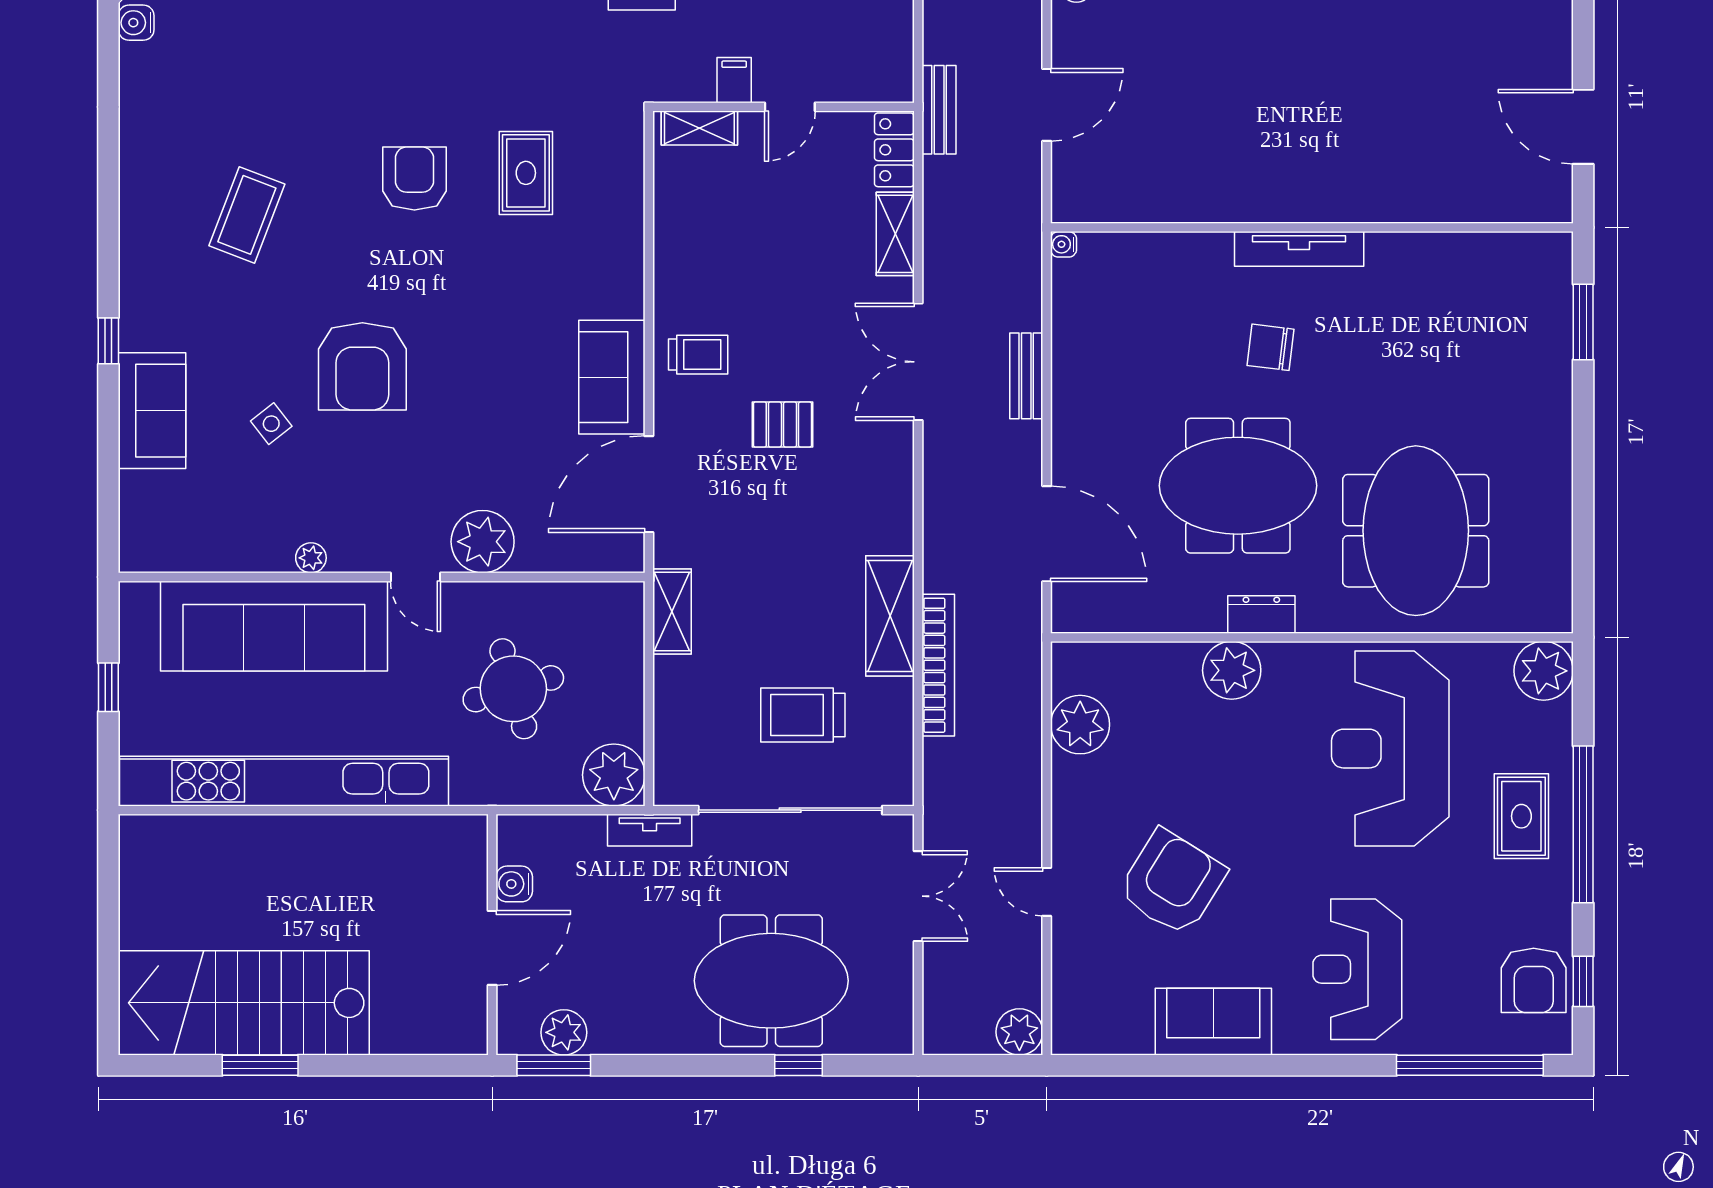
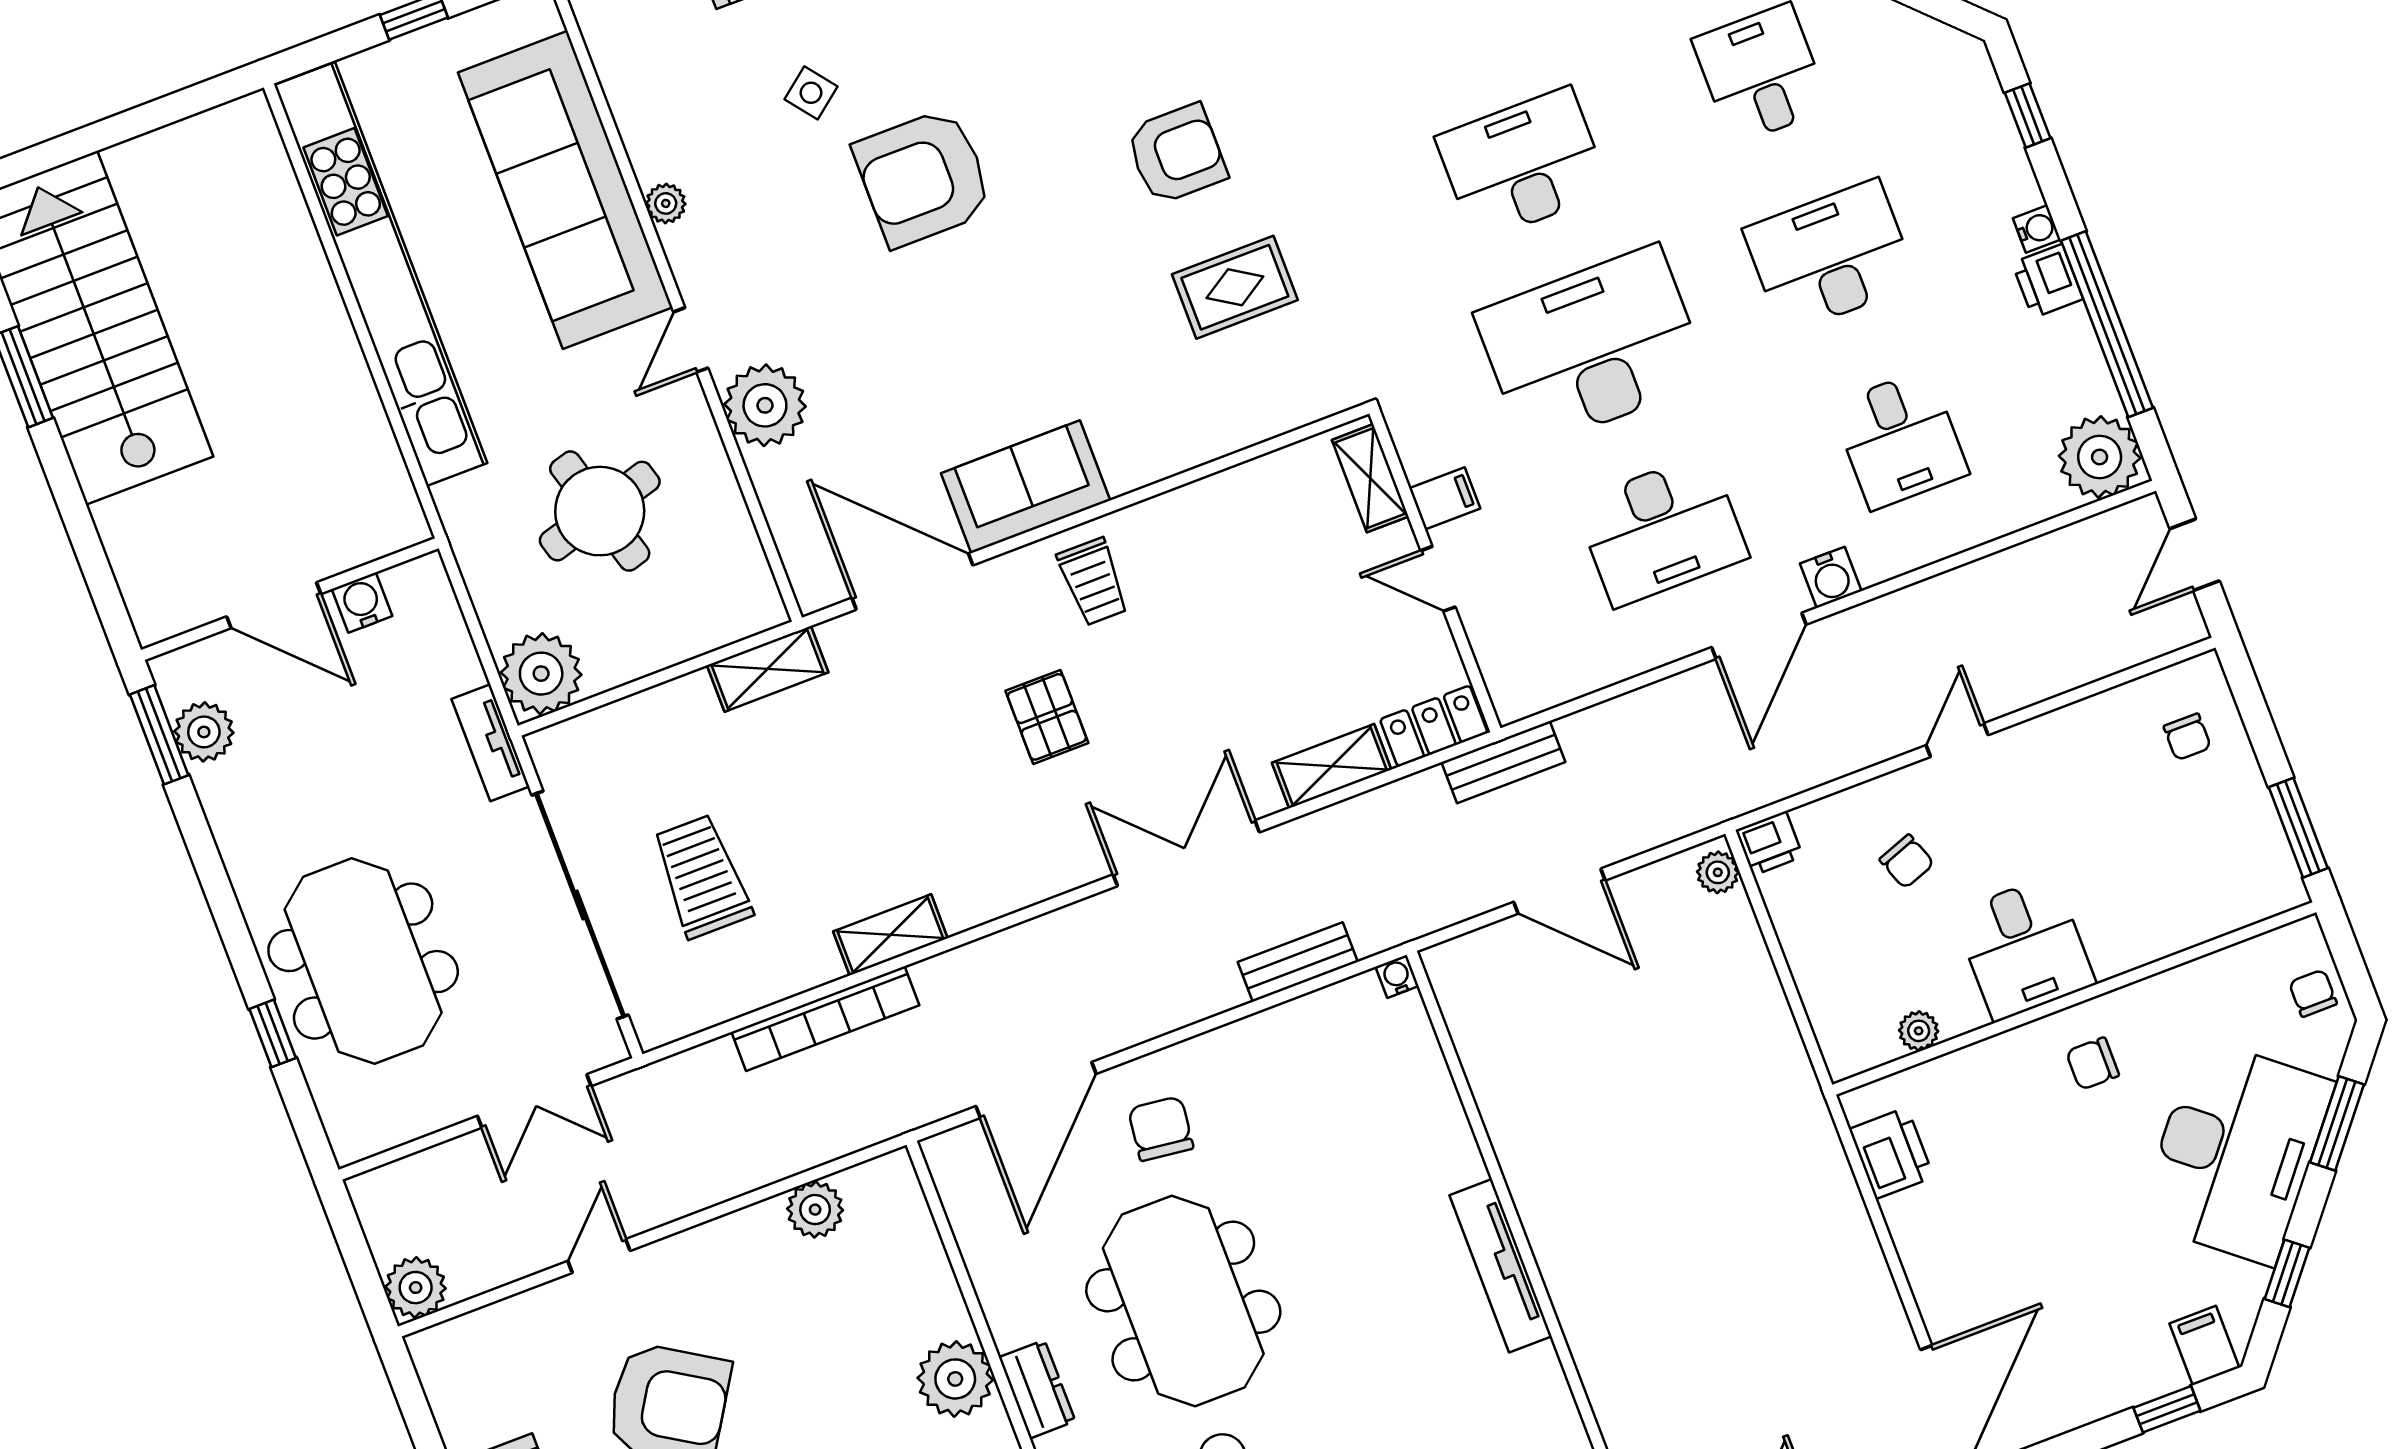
chair: (1271, 347) -> (1161, 1129), moved
bench: (1026, 376) -> (1298, 962), moved
shelving: (890, 616) -> (890, 935), width x0.67, depth x0.75
plant: (1080, 725) -> (815, 1210), width x0.73, depth x0.73

